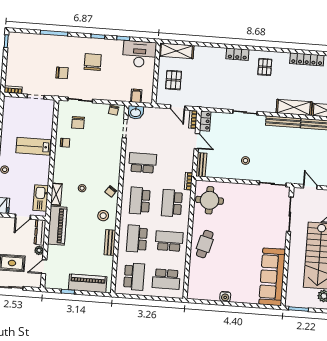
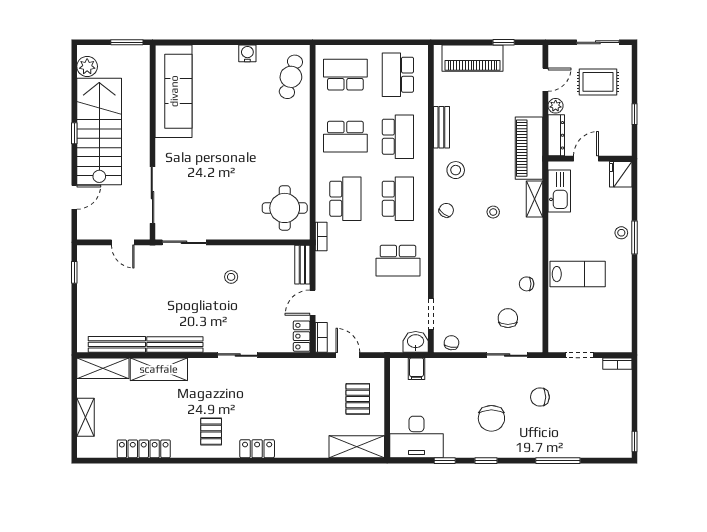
door: (197, 141) -> (313, 303), hinge flipped
cafe table: (205, 244) -> (291, 77), moved

